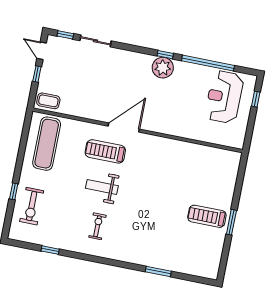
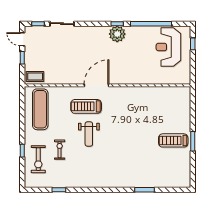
weight bench: (102, 187) -> (89, 134), turned -90
exercise bike: (97, 226) -> (60, 150), moved

